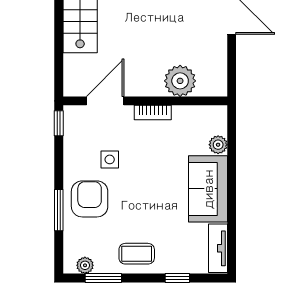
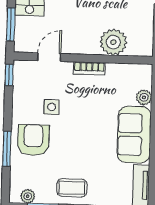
window: (59, 64) -> (11, 24), added
door: (105, 101) -> (49, 57), width x0.73

